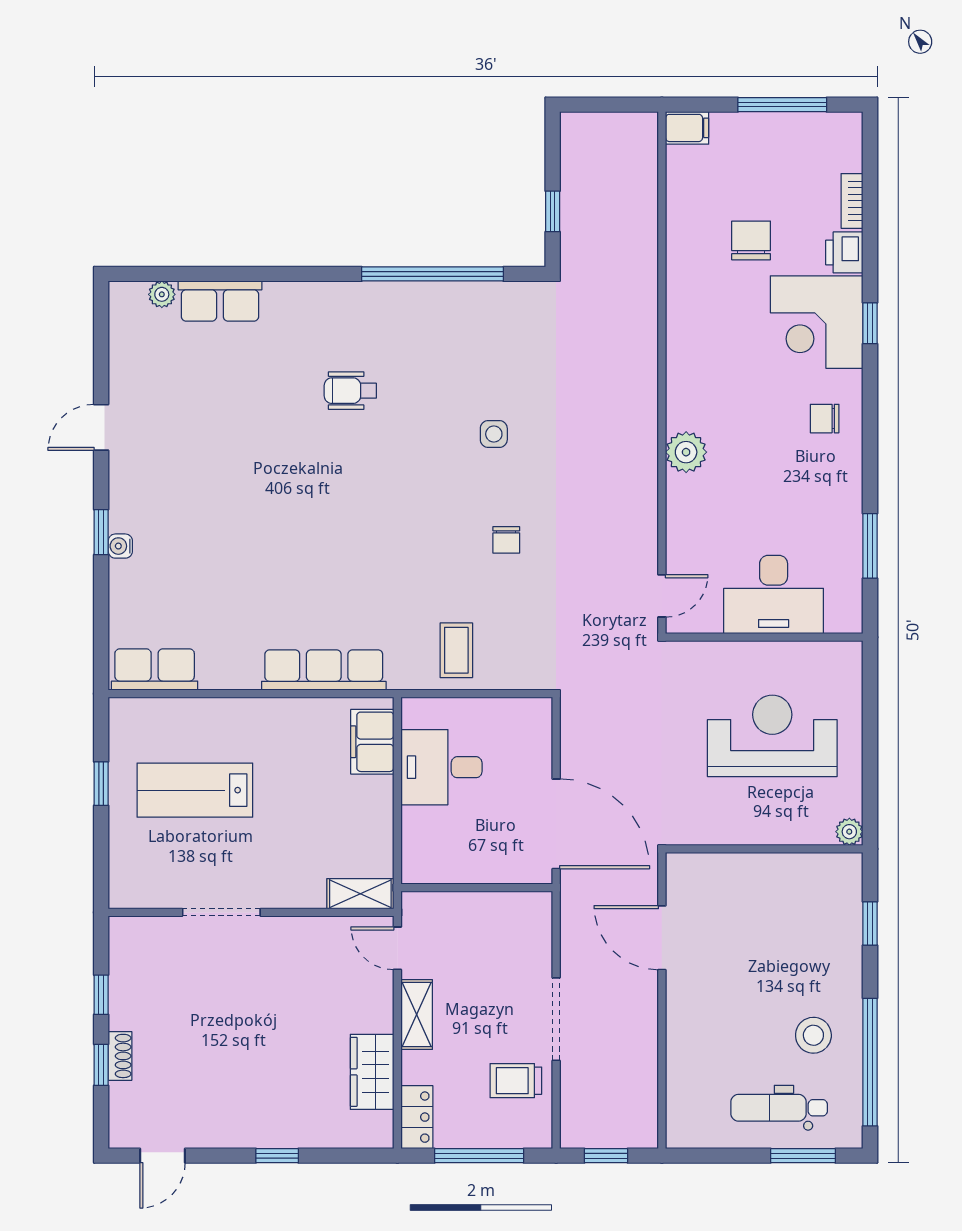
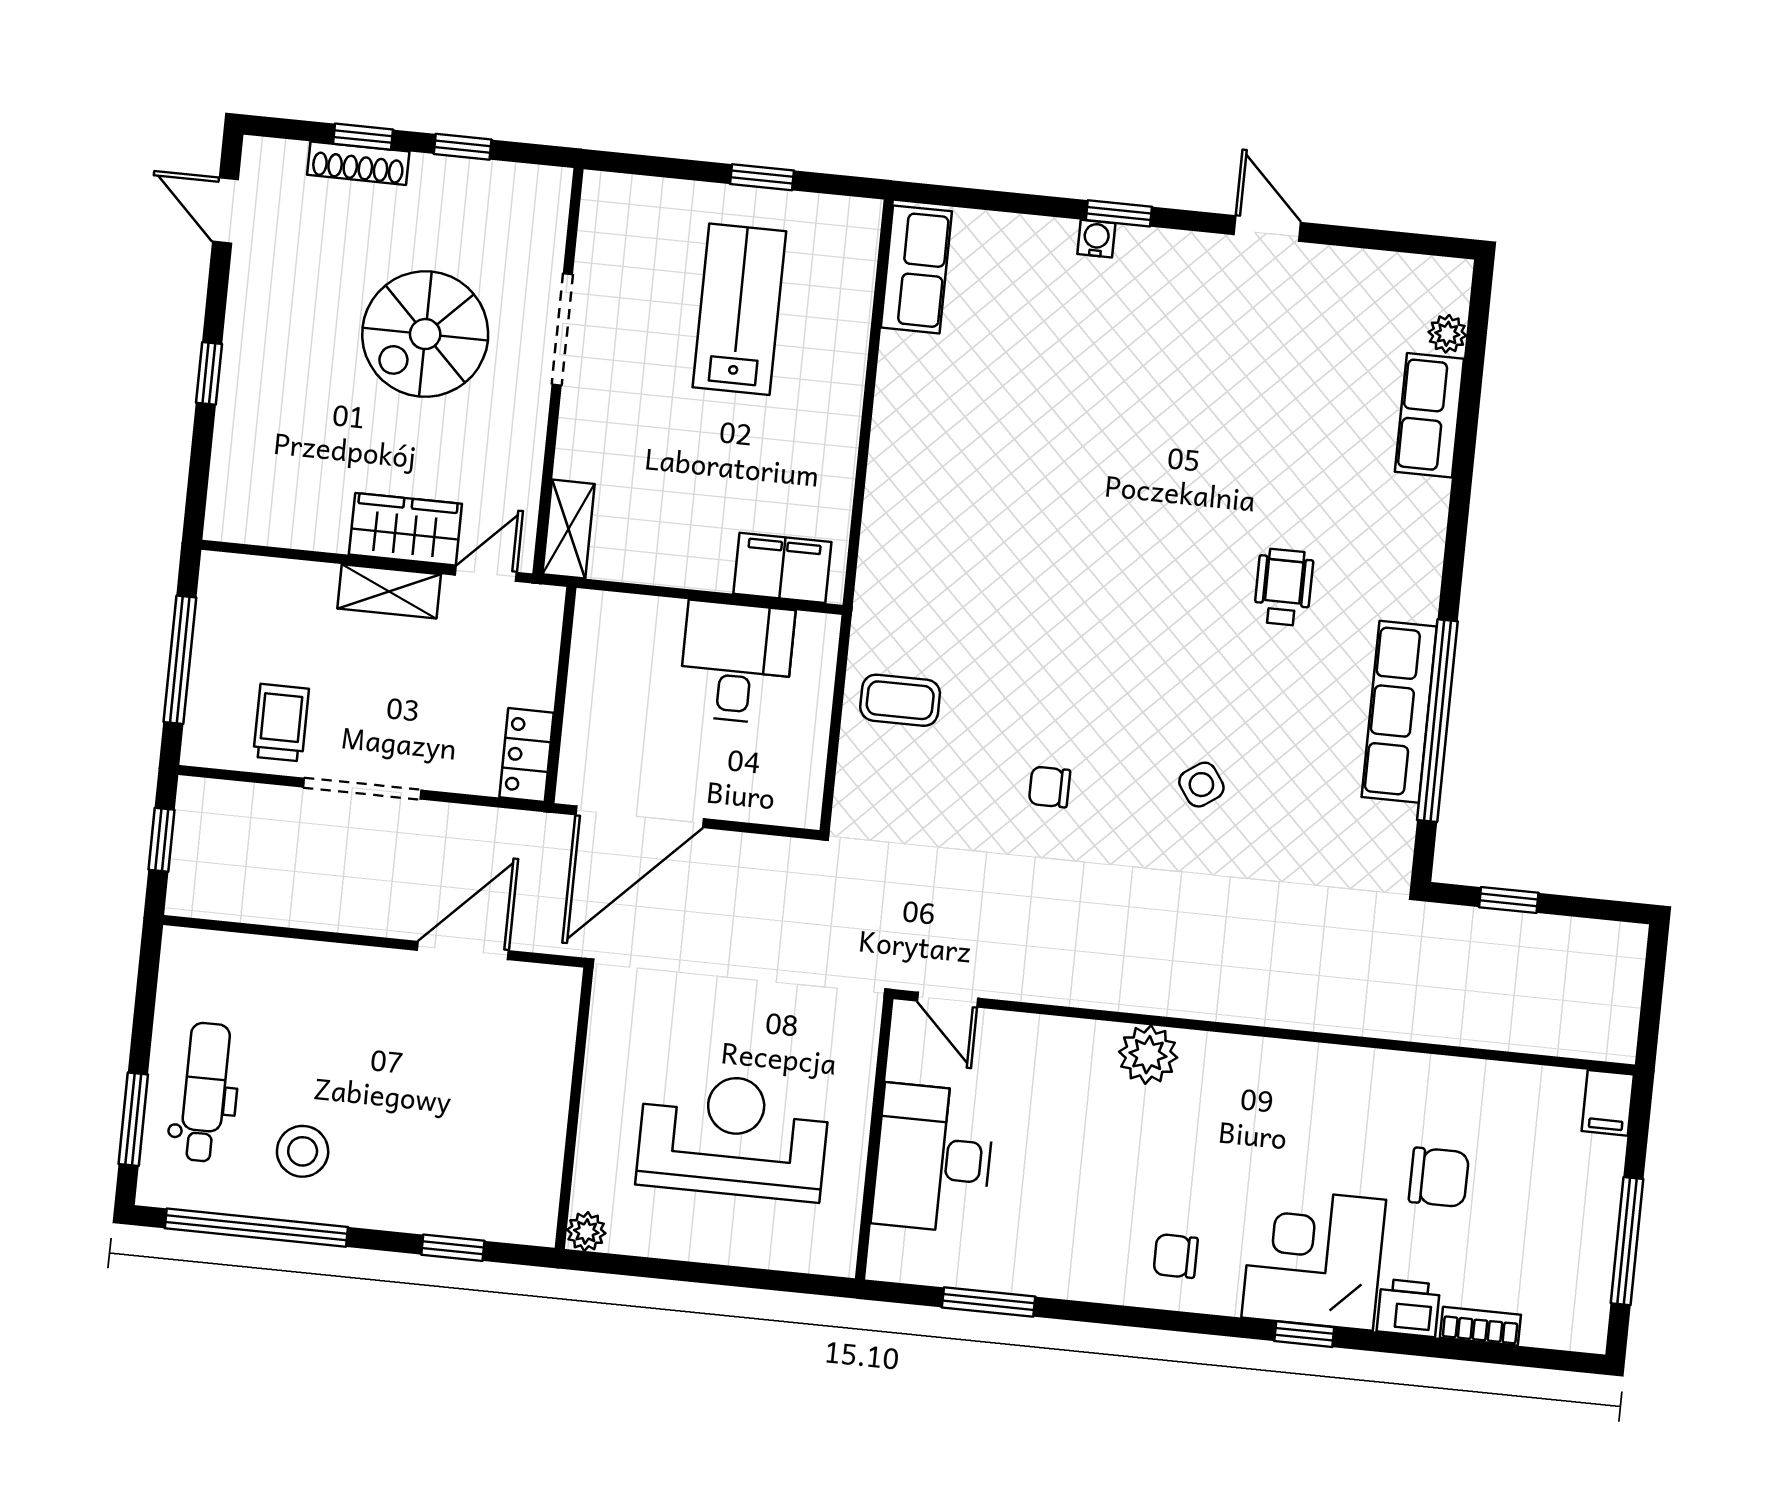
chair: (825, 419) -> (1176, 1256), turned -90
side table: (494, 434) -> (1201, 785), turned -35
row of seats: (324, 670) -> (1399, 712), moved, turned 180
reception desk: (772, 736) -> (733, 1136), turned -90
spiral stairs: (234, 1008) -> (425, 334), added
shoe rack: (120, 1056) -> (358, 163), width x1.43
wardrobe: (372, 1072) -> (405, 529), moved
locker: (417, 1117) -> (526, 755), moved, turned 90

